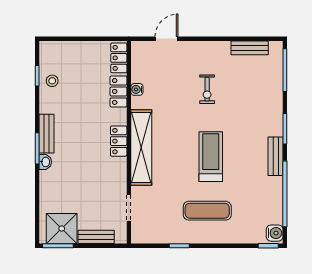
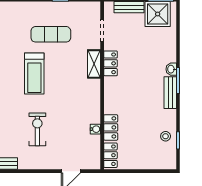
exercise bike: (207, 89) -> (37, 129), width x1.38, depth x1.39
locker: (119, 141) -> (111, 63), moved
shelving: (141, 147) -> (94, 64), width x0.45, depth x0.75
exercise mat: (207, 211) -> (51, 34), moved

